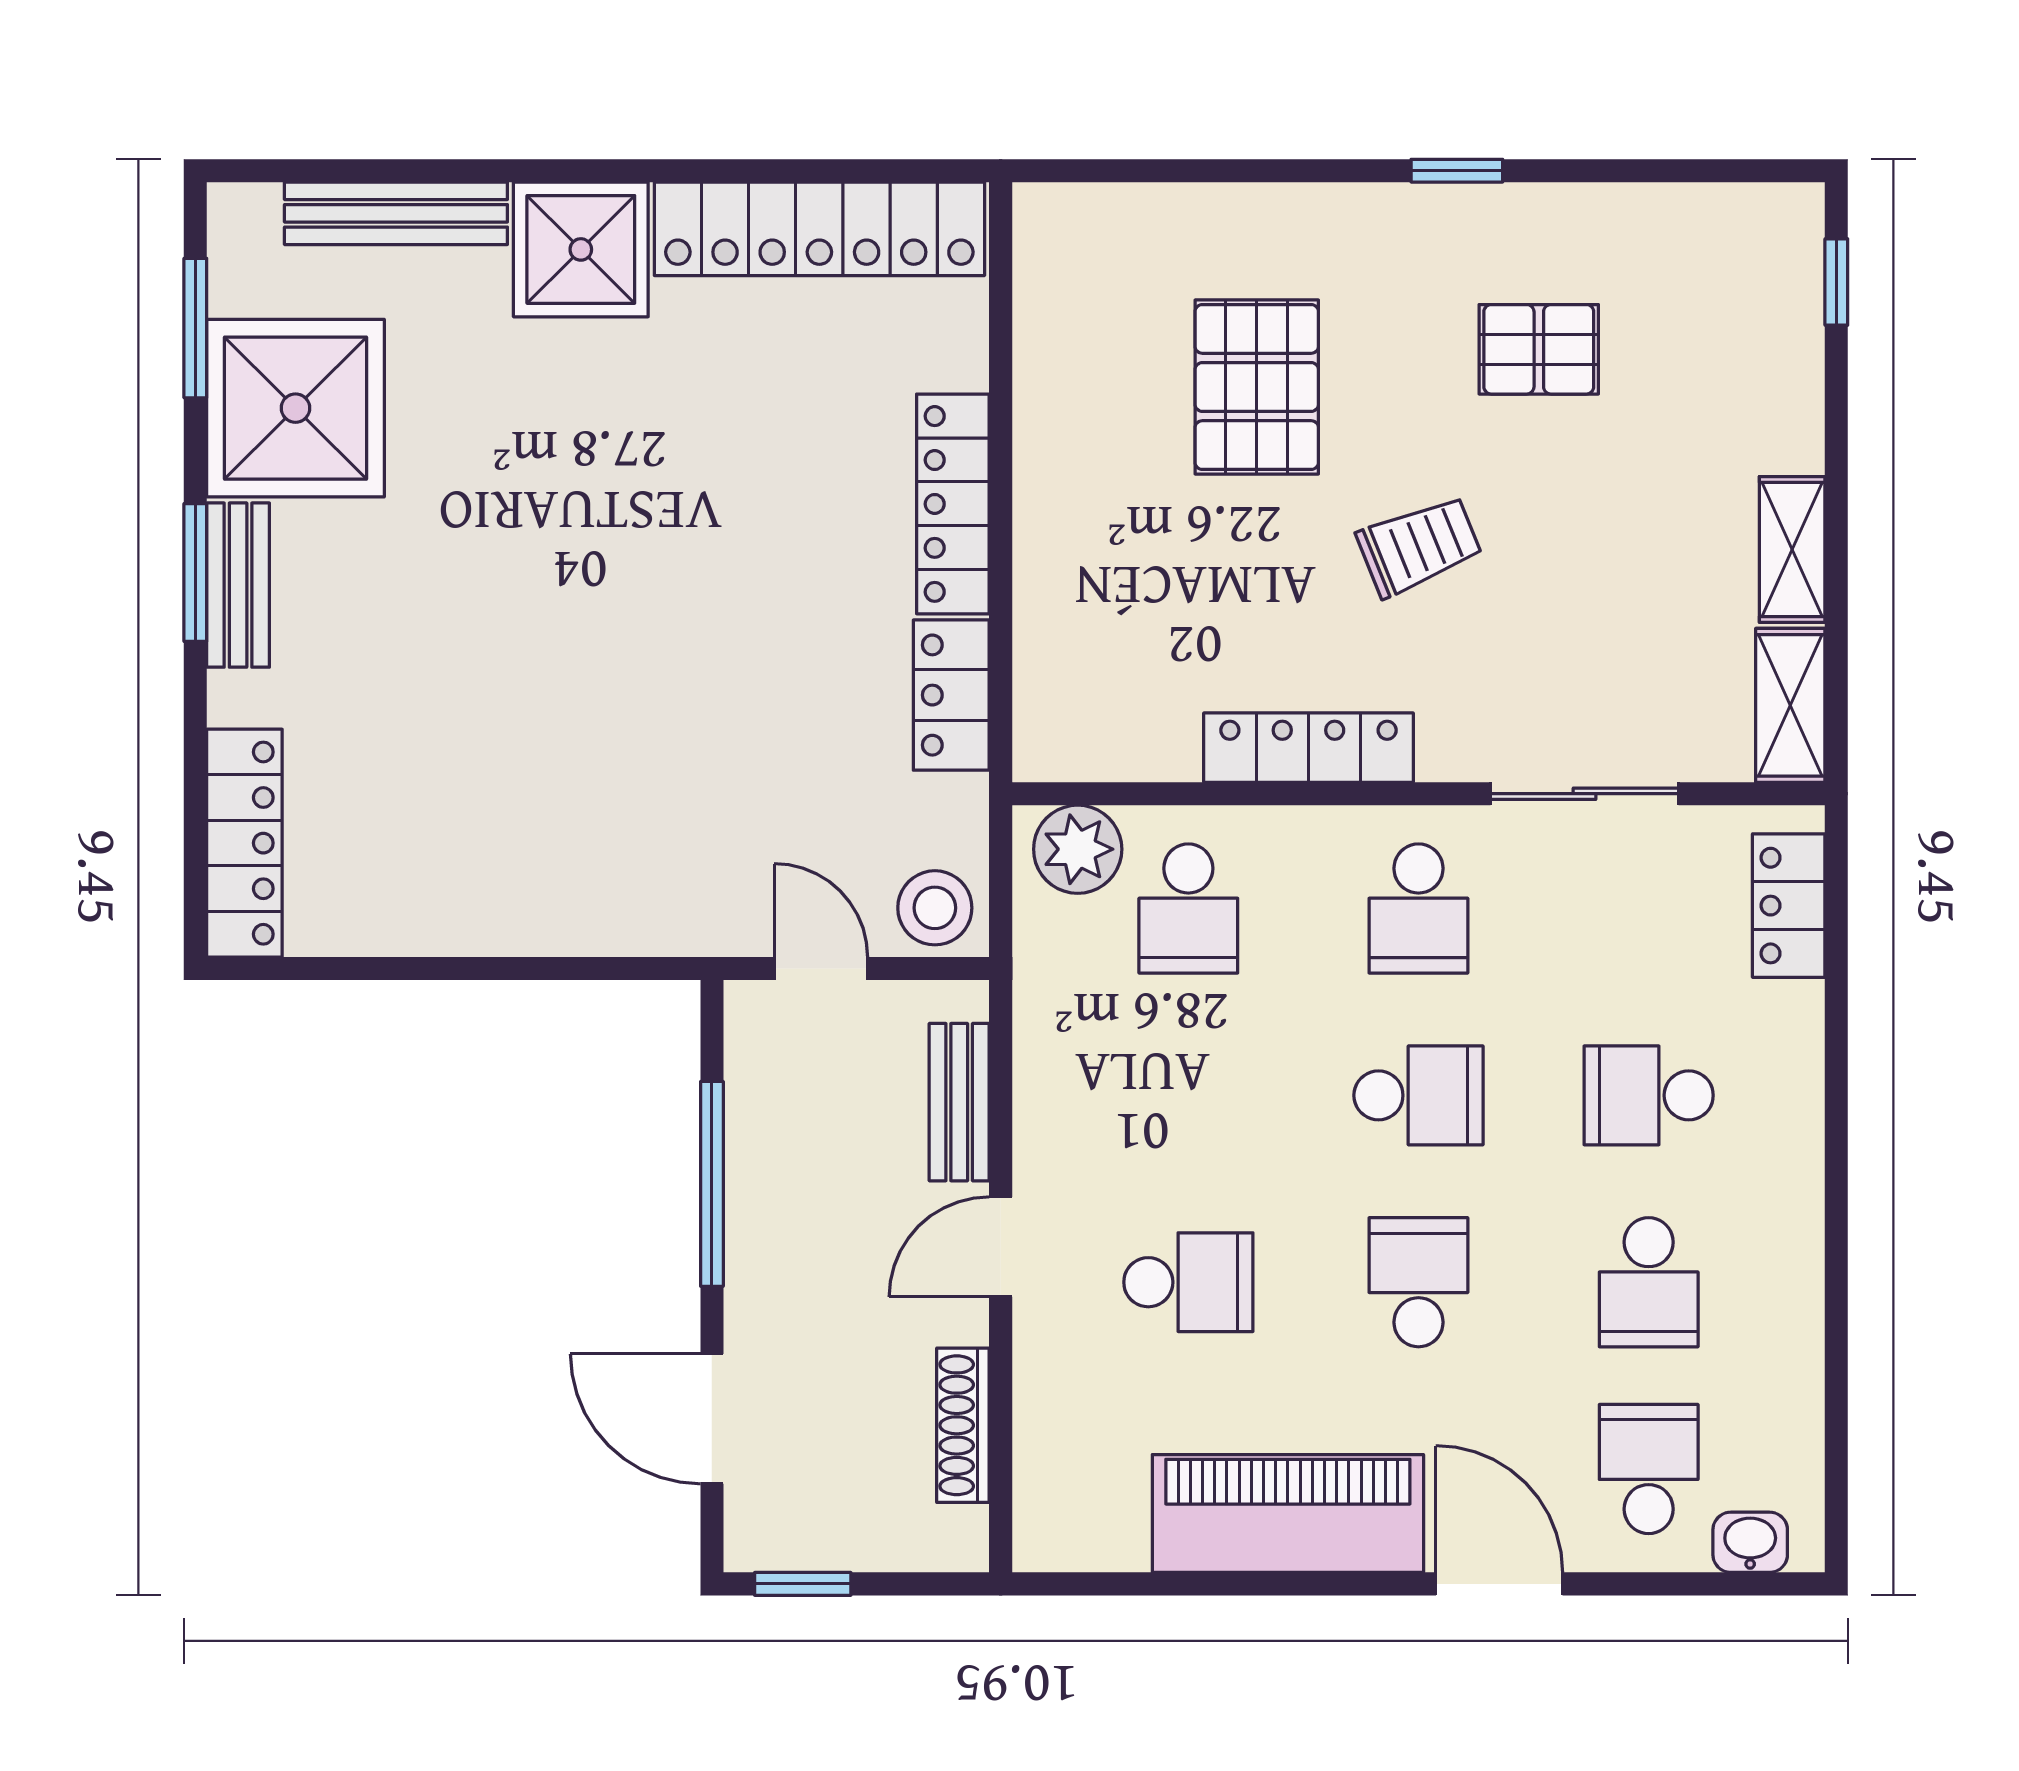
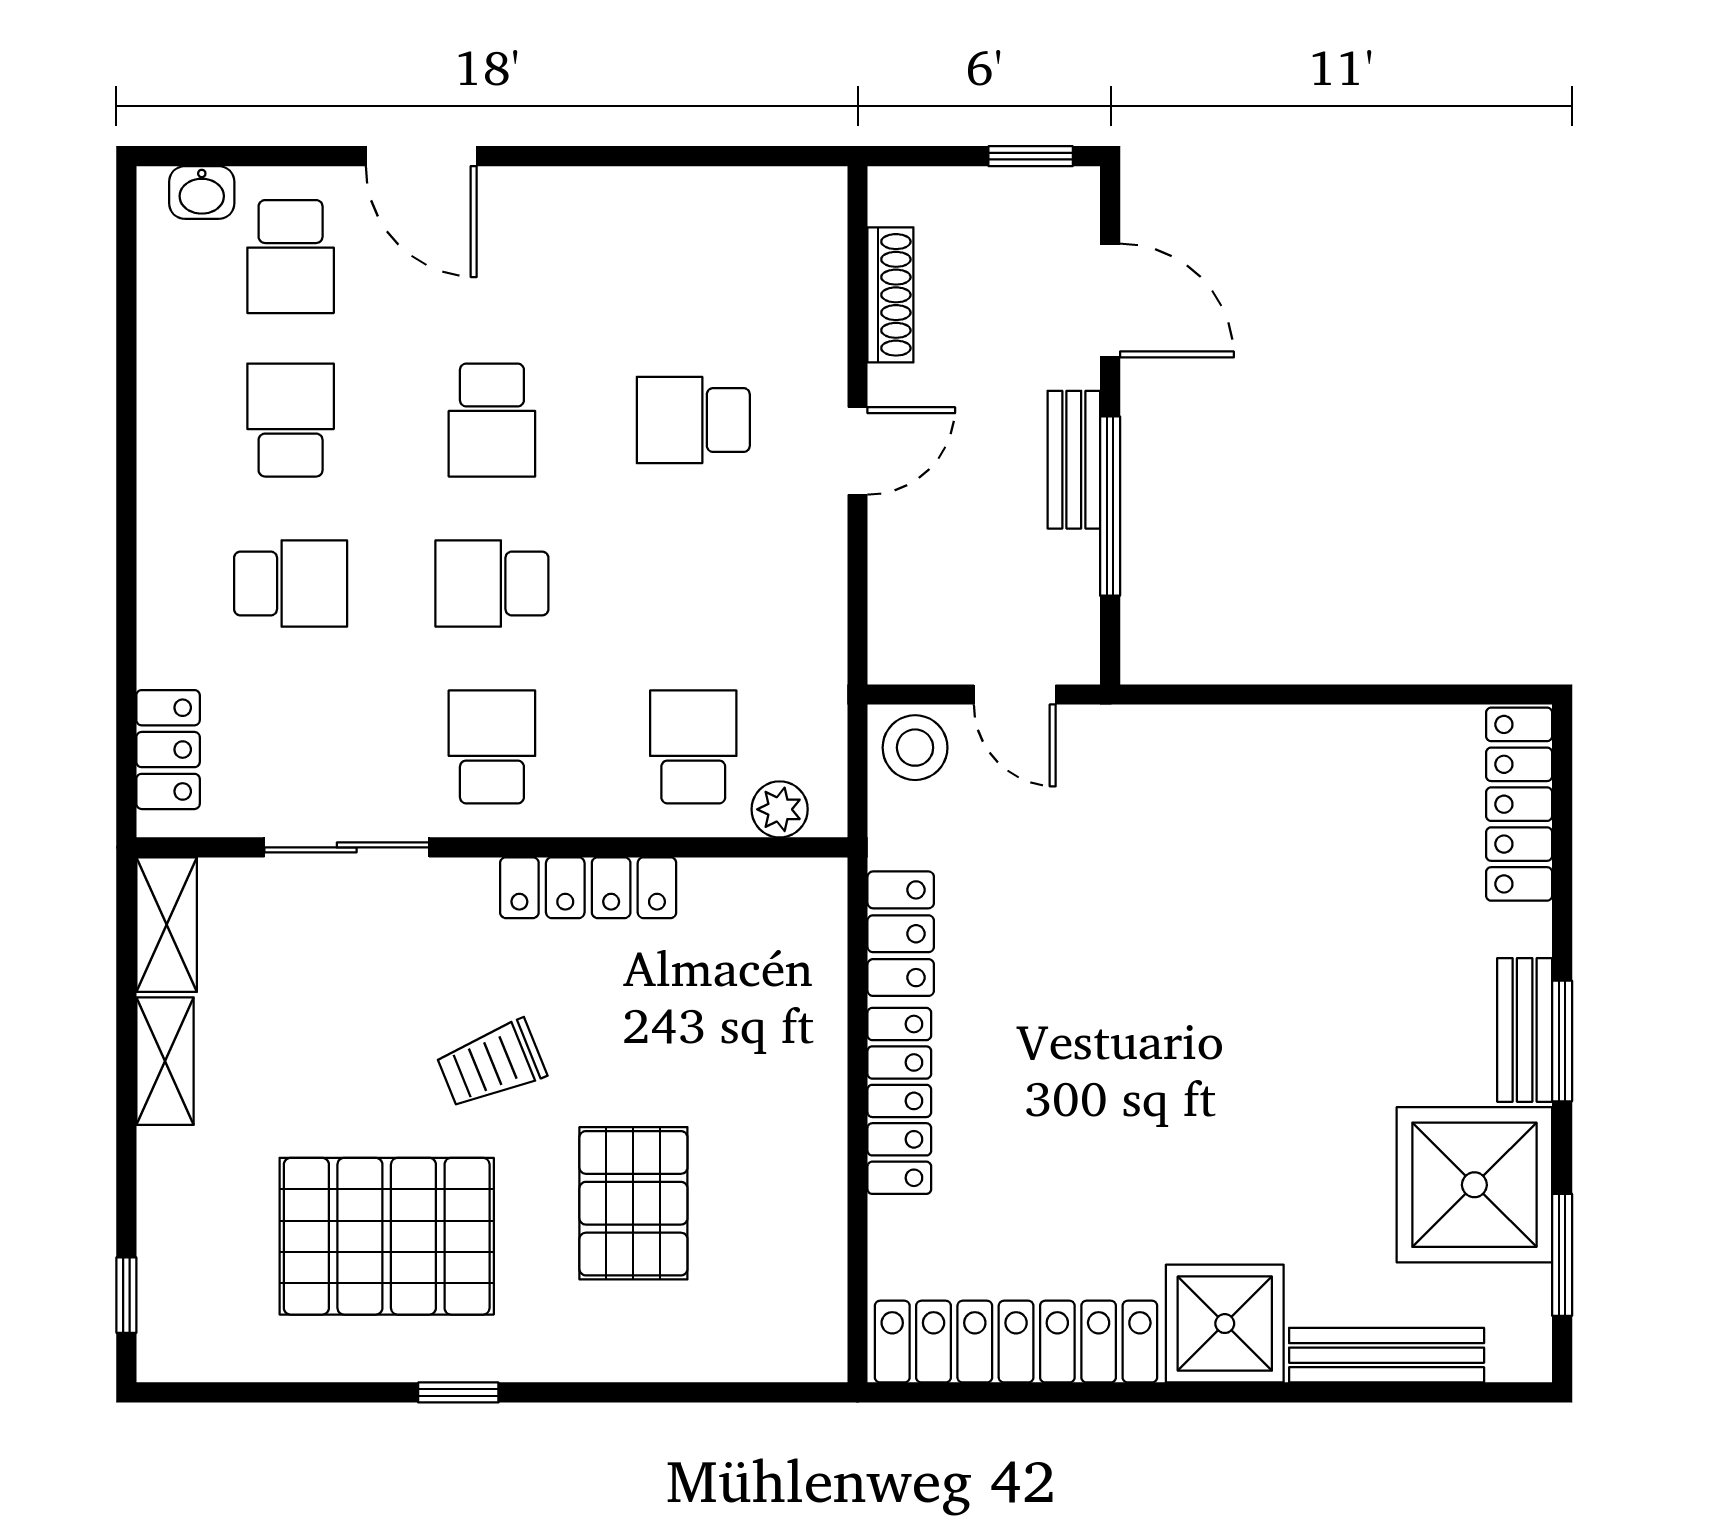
pallet: (1539, 349) -> (387, 1236), width x2.05, depth x2.00
plant: (1078, 849) -> (780, 809), width x0.73, depth x0.73
bench: (959, 1102) -> (1074, 460), moved
piano: (1288, 1514) -> (606, 218), removed

